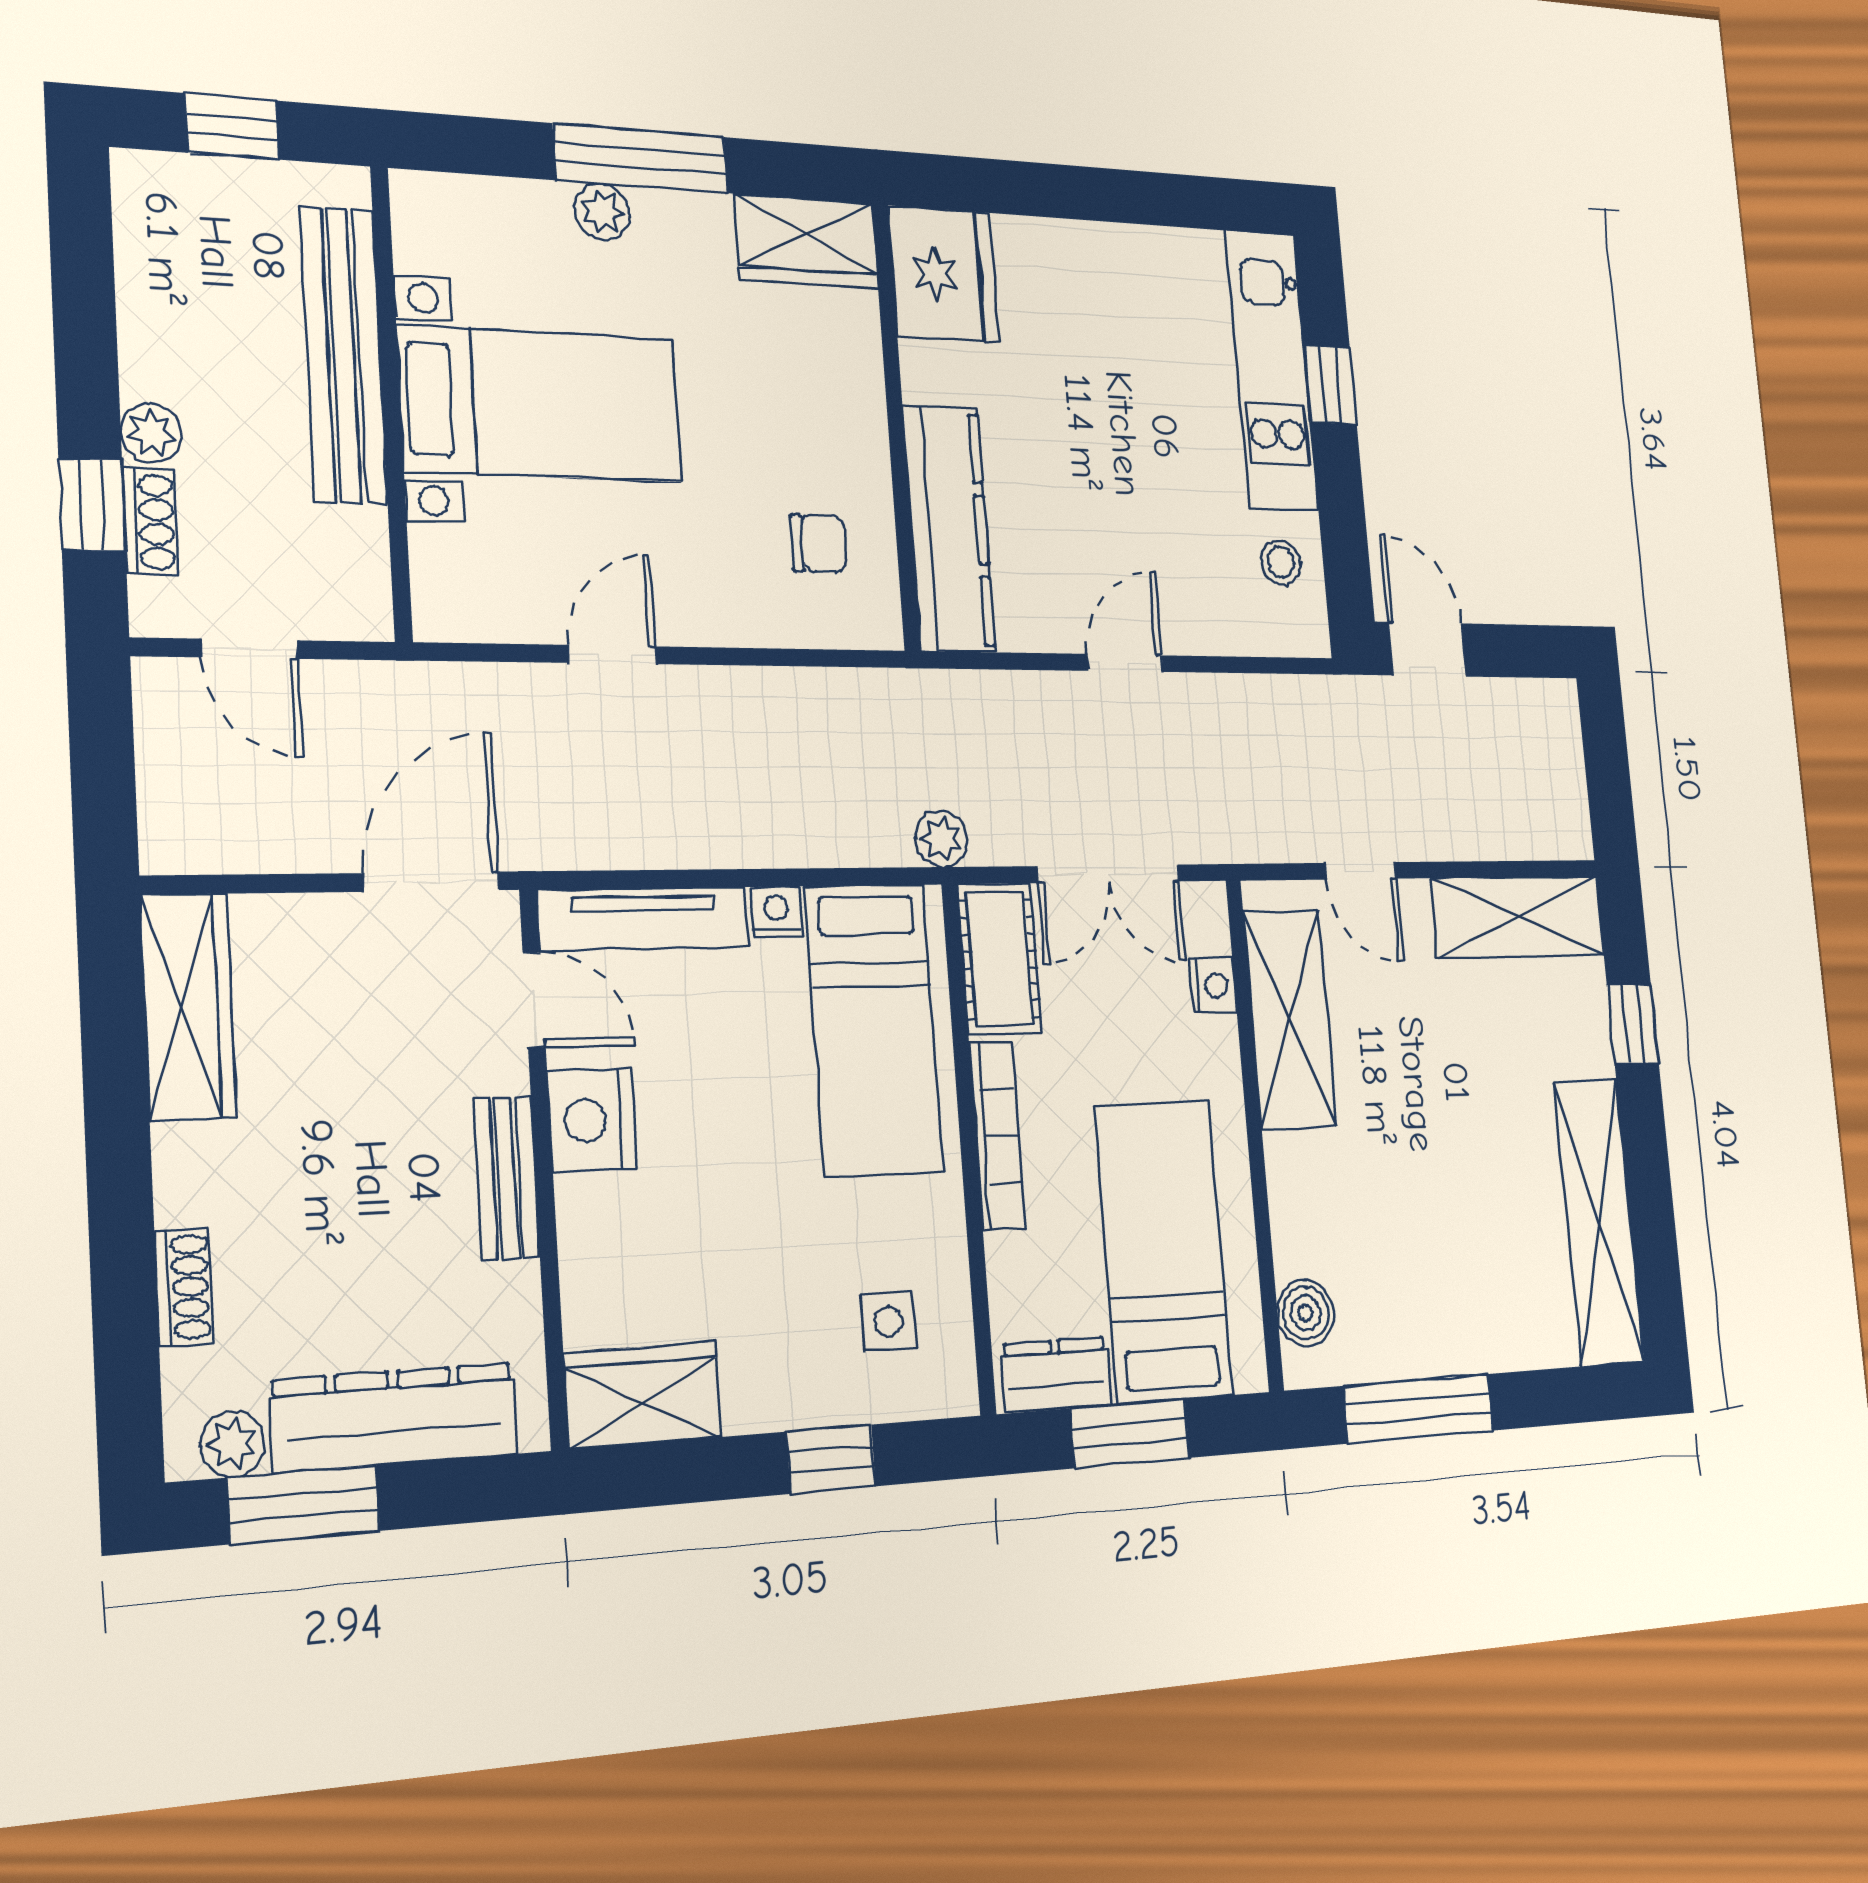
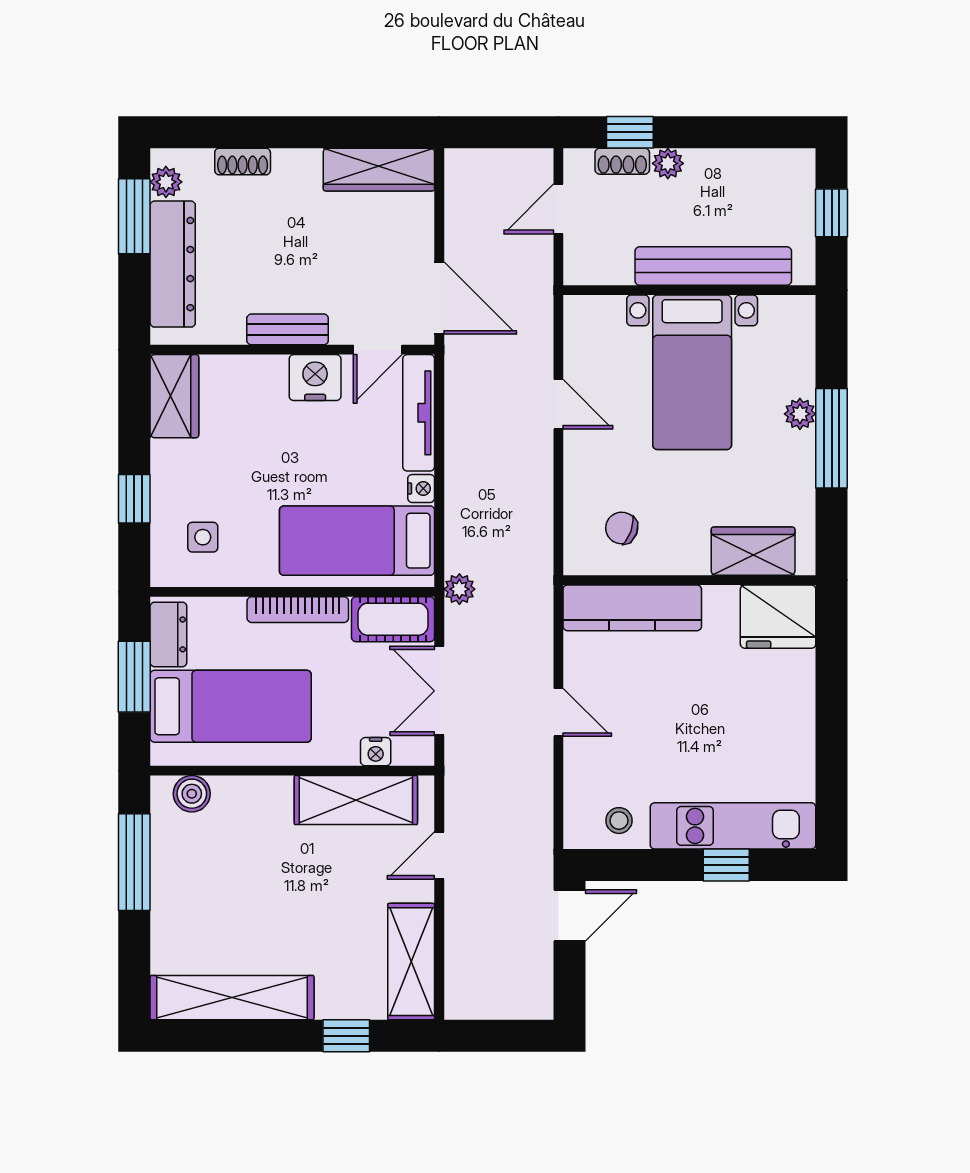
wardrobe: (807, 241) -> (753, 551), moved, turned 90
chair: (819, 543) -> (622, 528), turned 110

